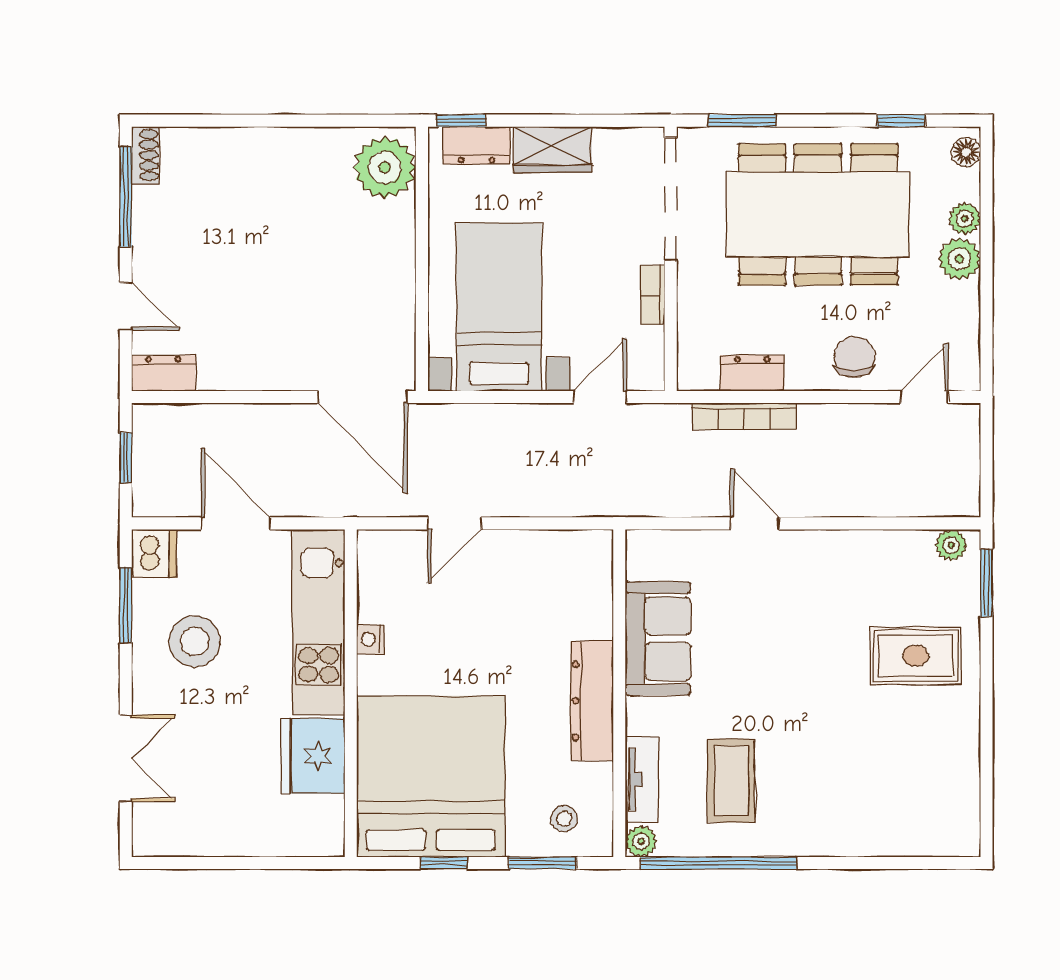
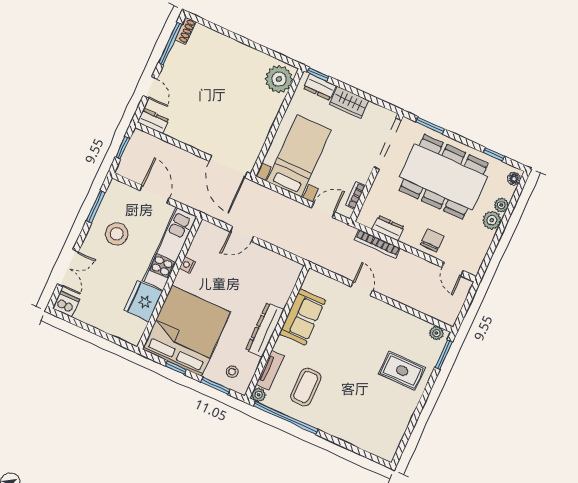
bookcase: (653, 295) -> (355, 195), moved
door: (924, 397) -> (453, 269), swing flipped
dishwasher: (154, 553) -> (66, 304), moved, turned -90

